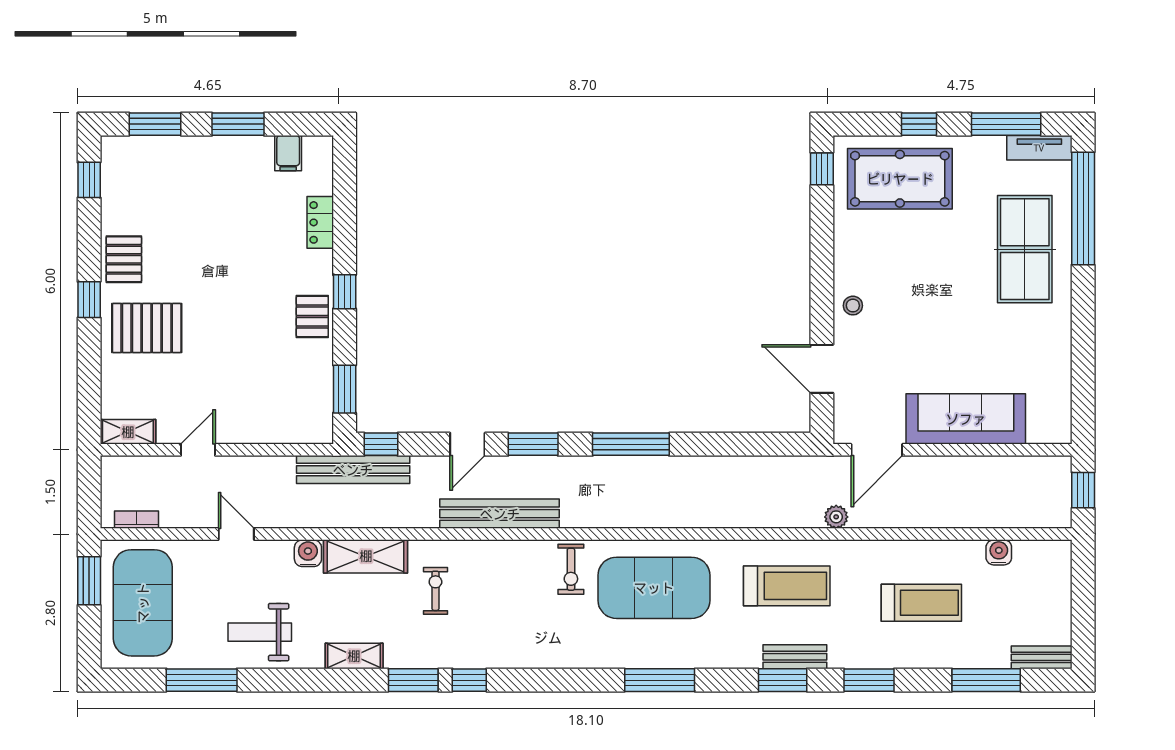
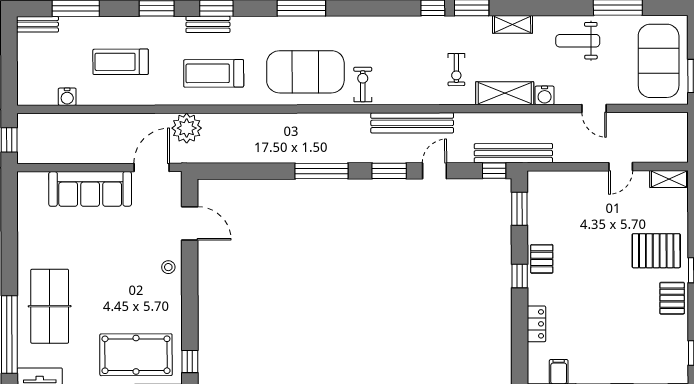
plant: (836, 517) -> (187, 128), width x1.87, depth x1.87
bookcase: (137, 520) -> (663, 118), removed
weight bench: (260, 632) -> (578, 41), turned 180

